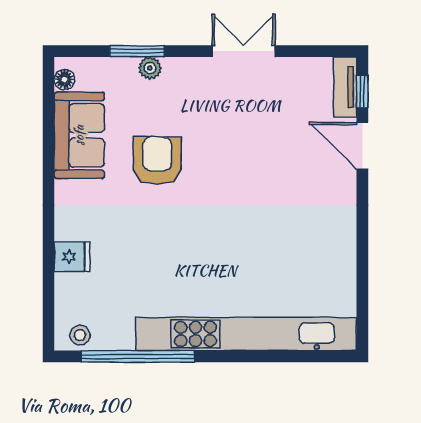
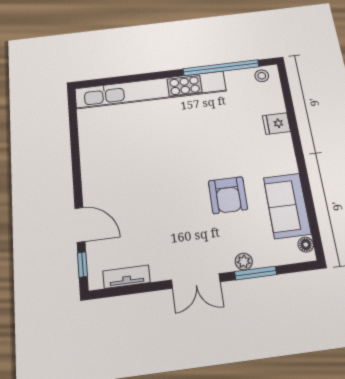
double door: (244, 51) -> (196, 281), moved
tv unit: (345, 87) -> (127, 277), moved, turned -90

